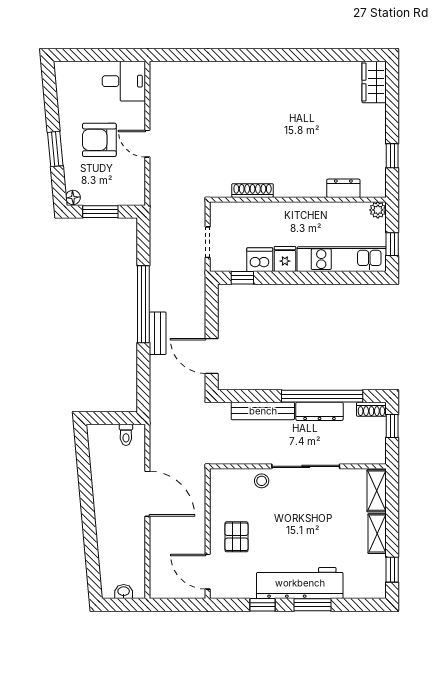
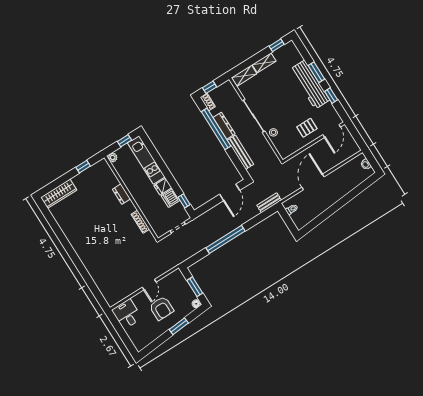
wardrobe: (374, 82) -> (59, 194), width x1.50
dresser: (343, 188) -> (121, 194), moved
bench: (158, 333) -> (269, 203), moved

